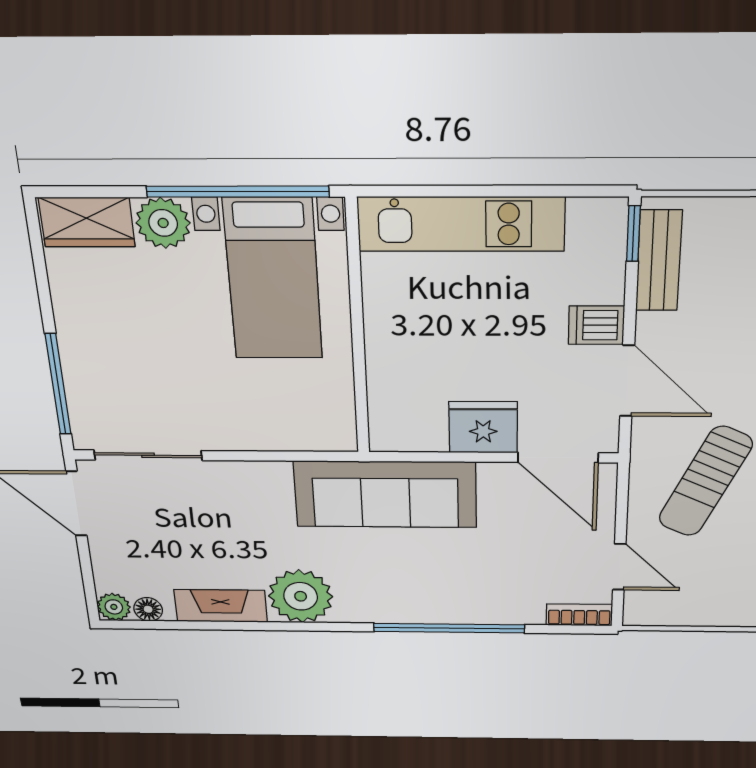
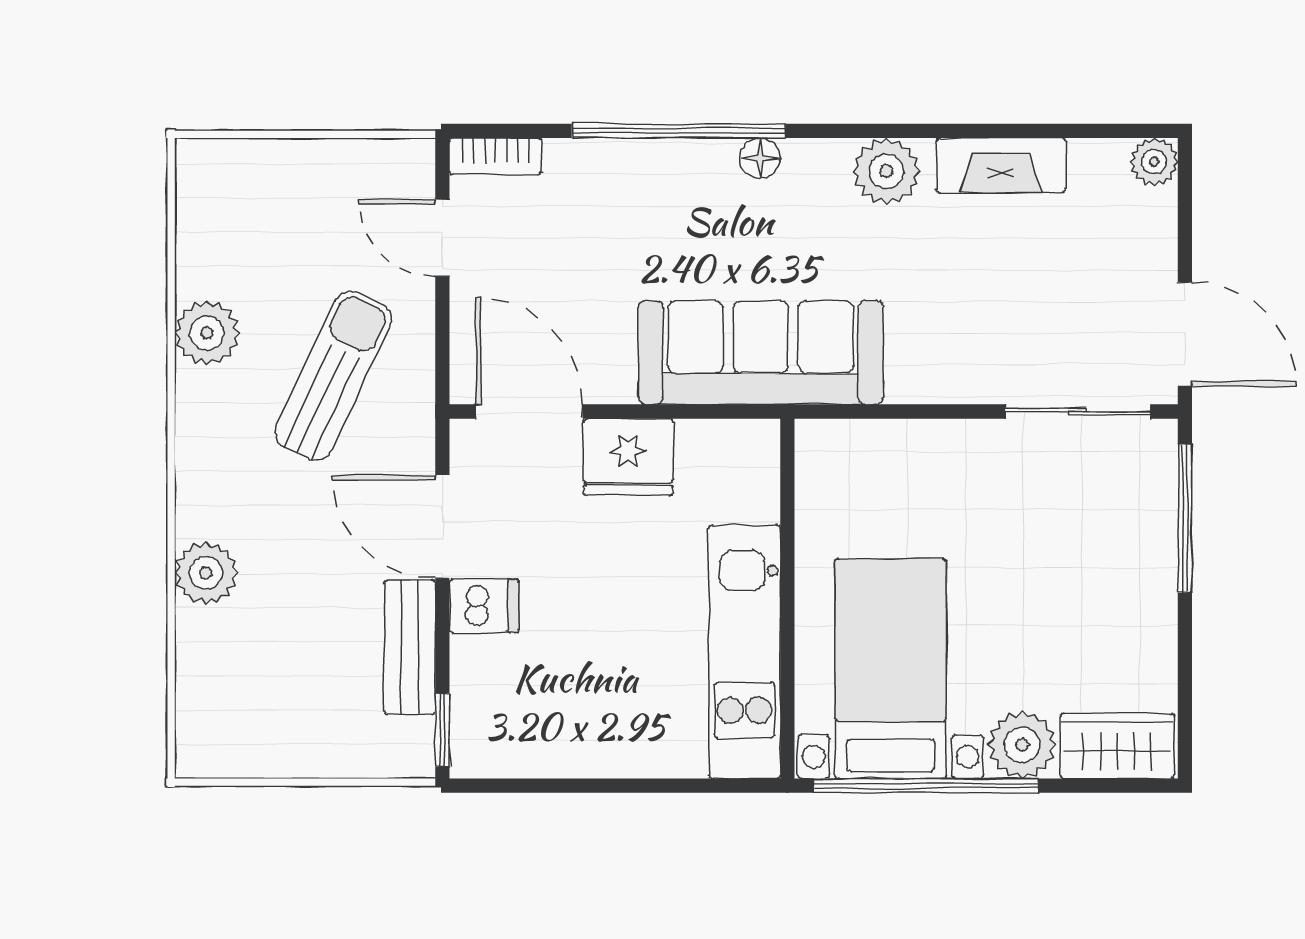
kitchen unit: (461, 224) -> (745, 652), moved, turned -90
bench: (659, 261) -> (410, 647), moved
plant: (301, 596) -> (886, 171), width x0.73, depth x0.73
floor lamp: (148, 609) -> (760, 158), moved

